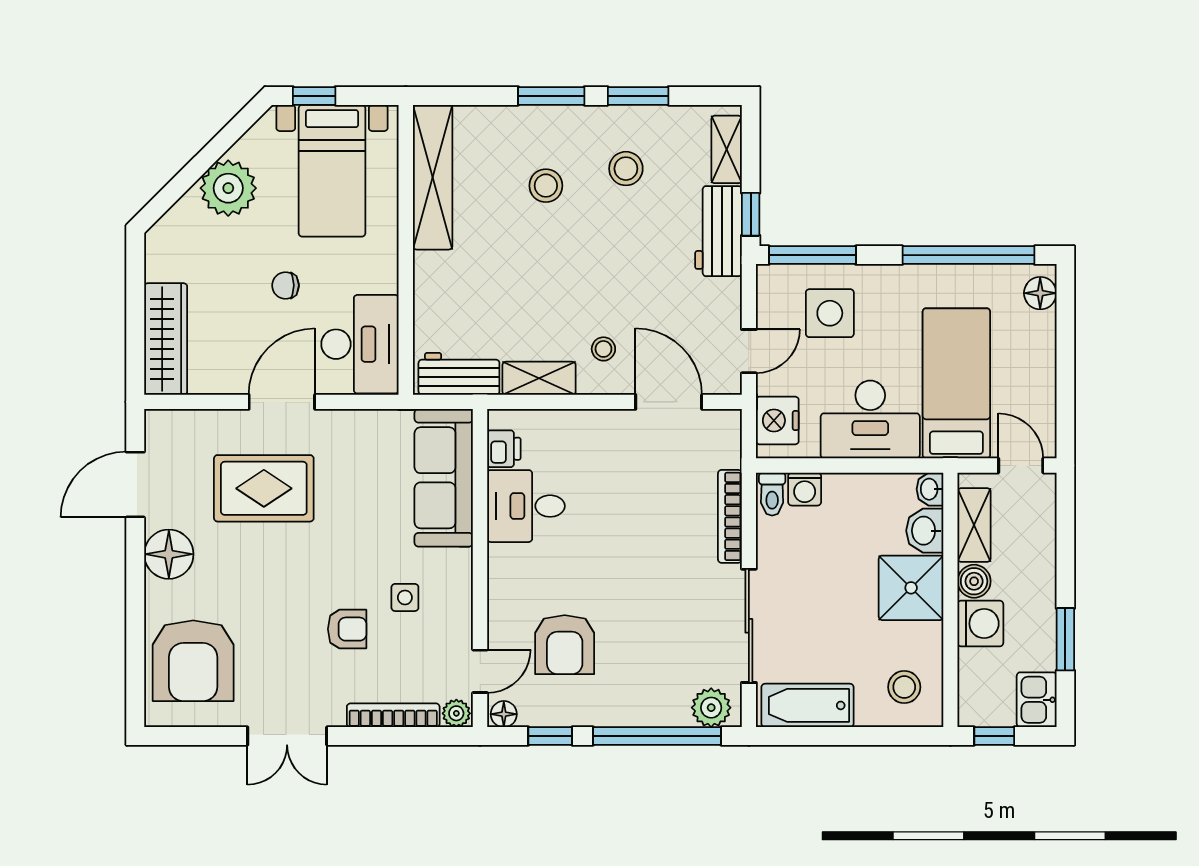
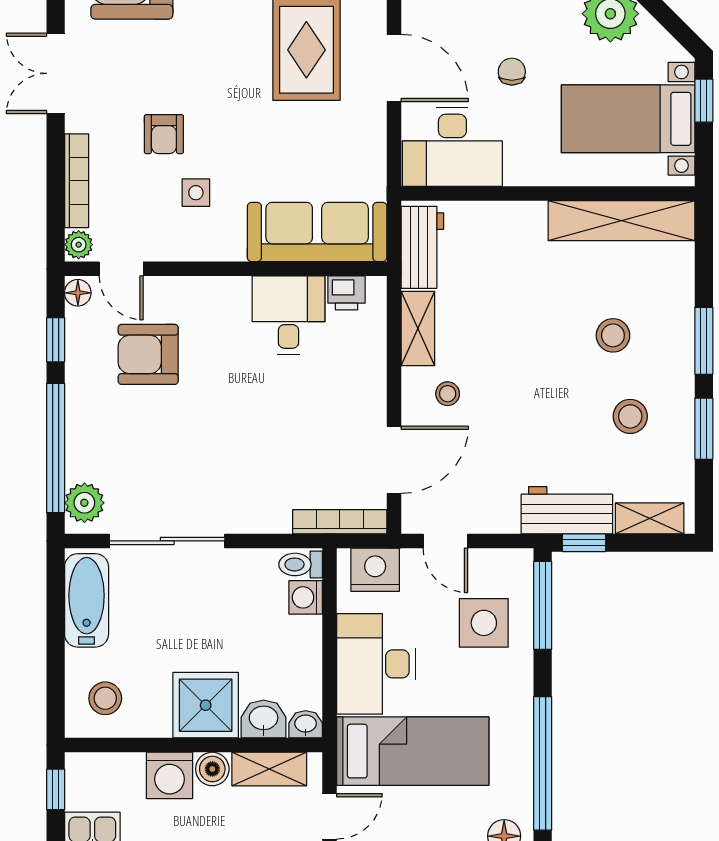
bookcase: (730, 516) -> (340, 522), moved

